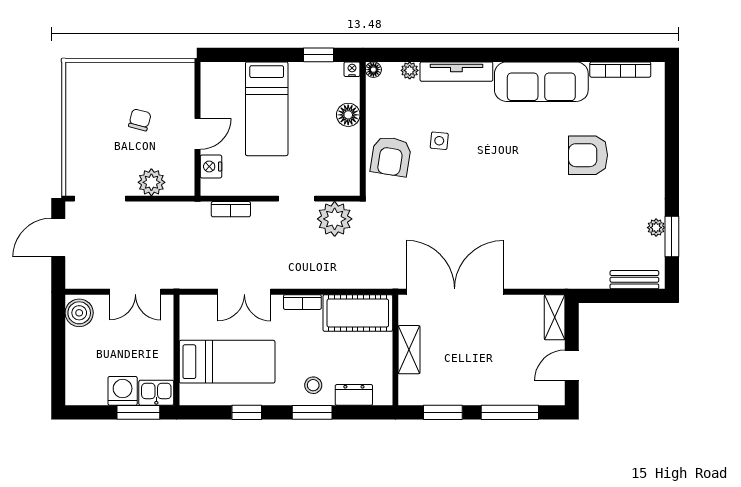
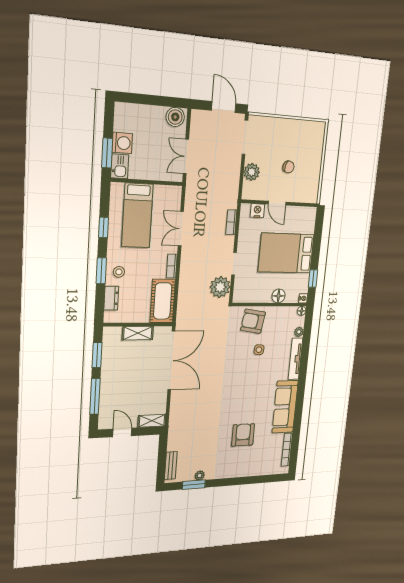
bed: (267, 109) -> (286, 253), width x1.50

